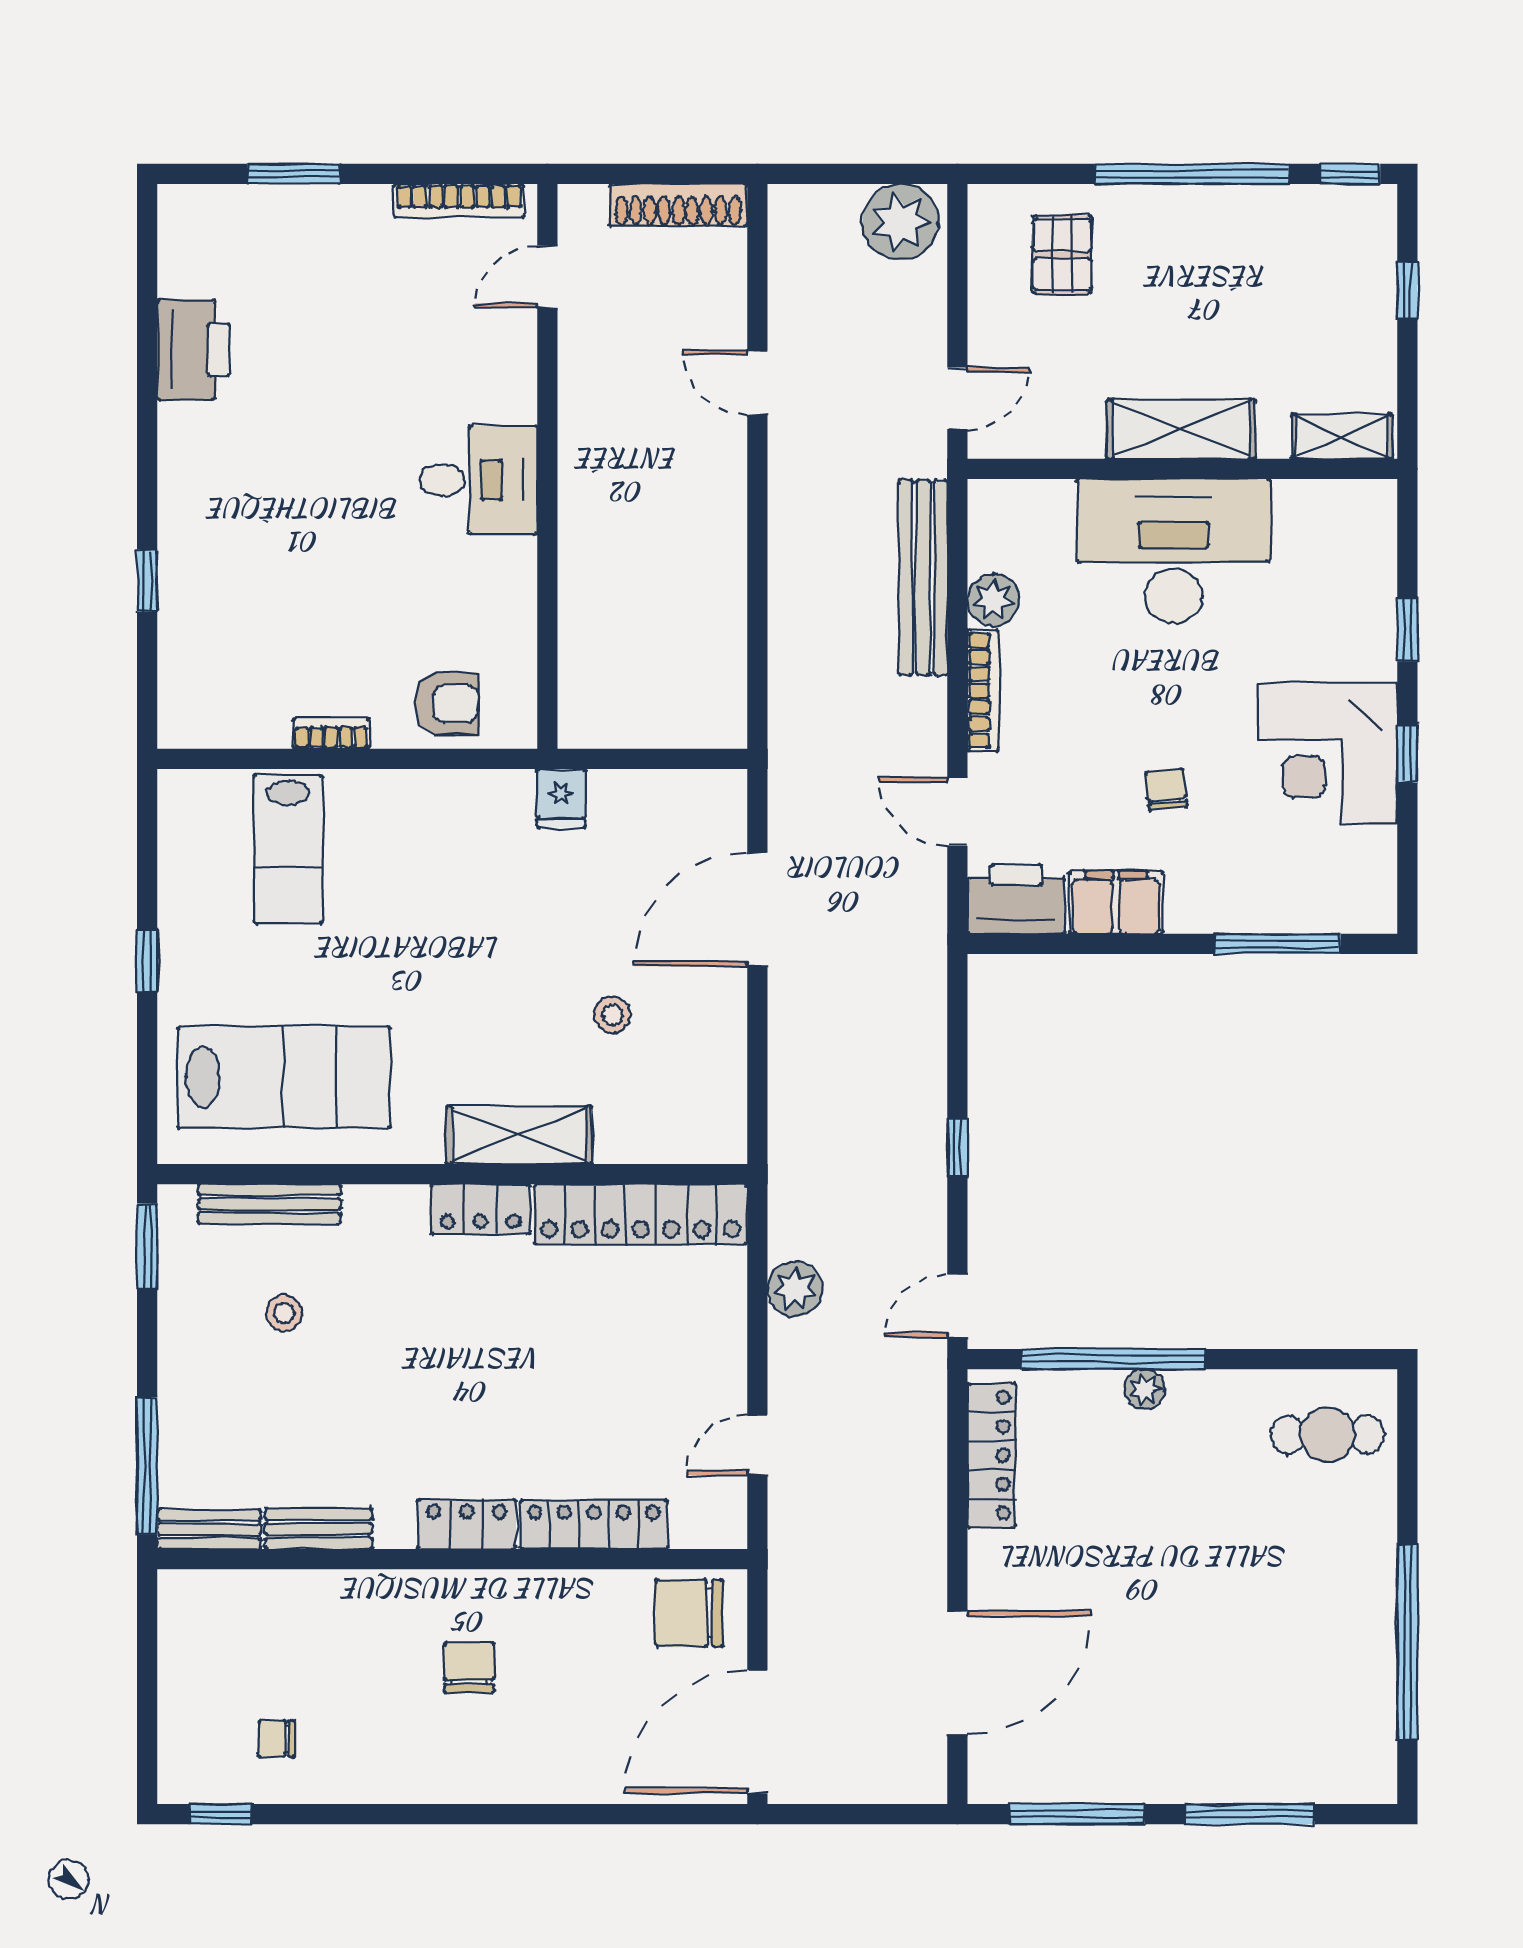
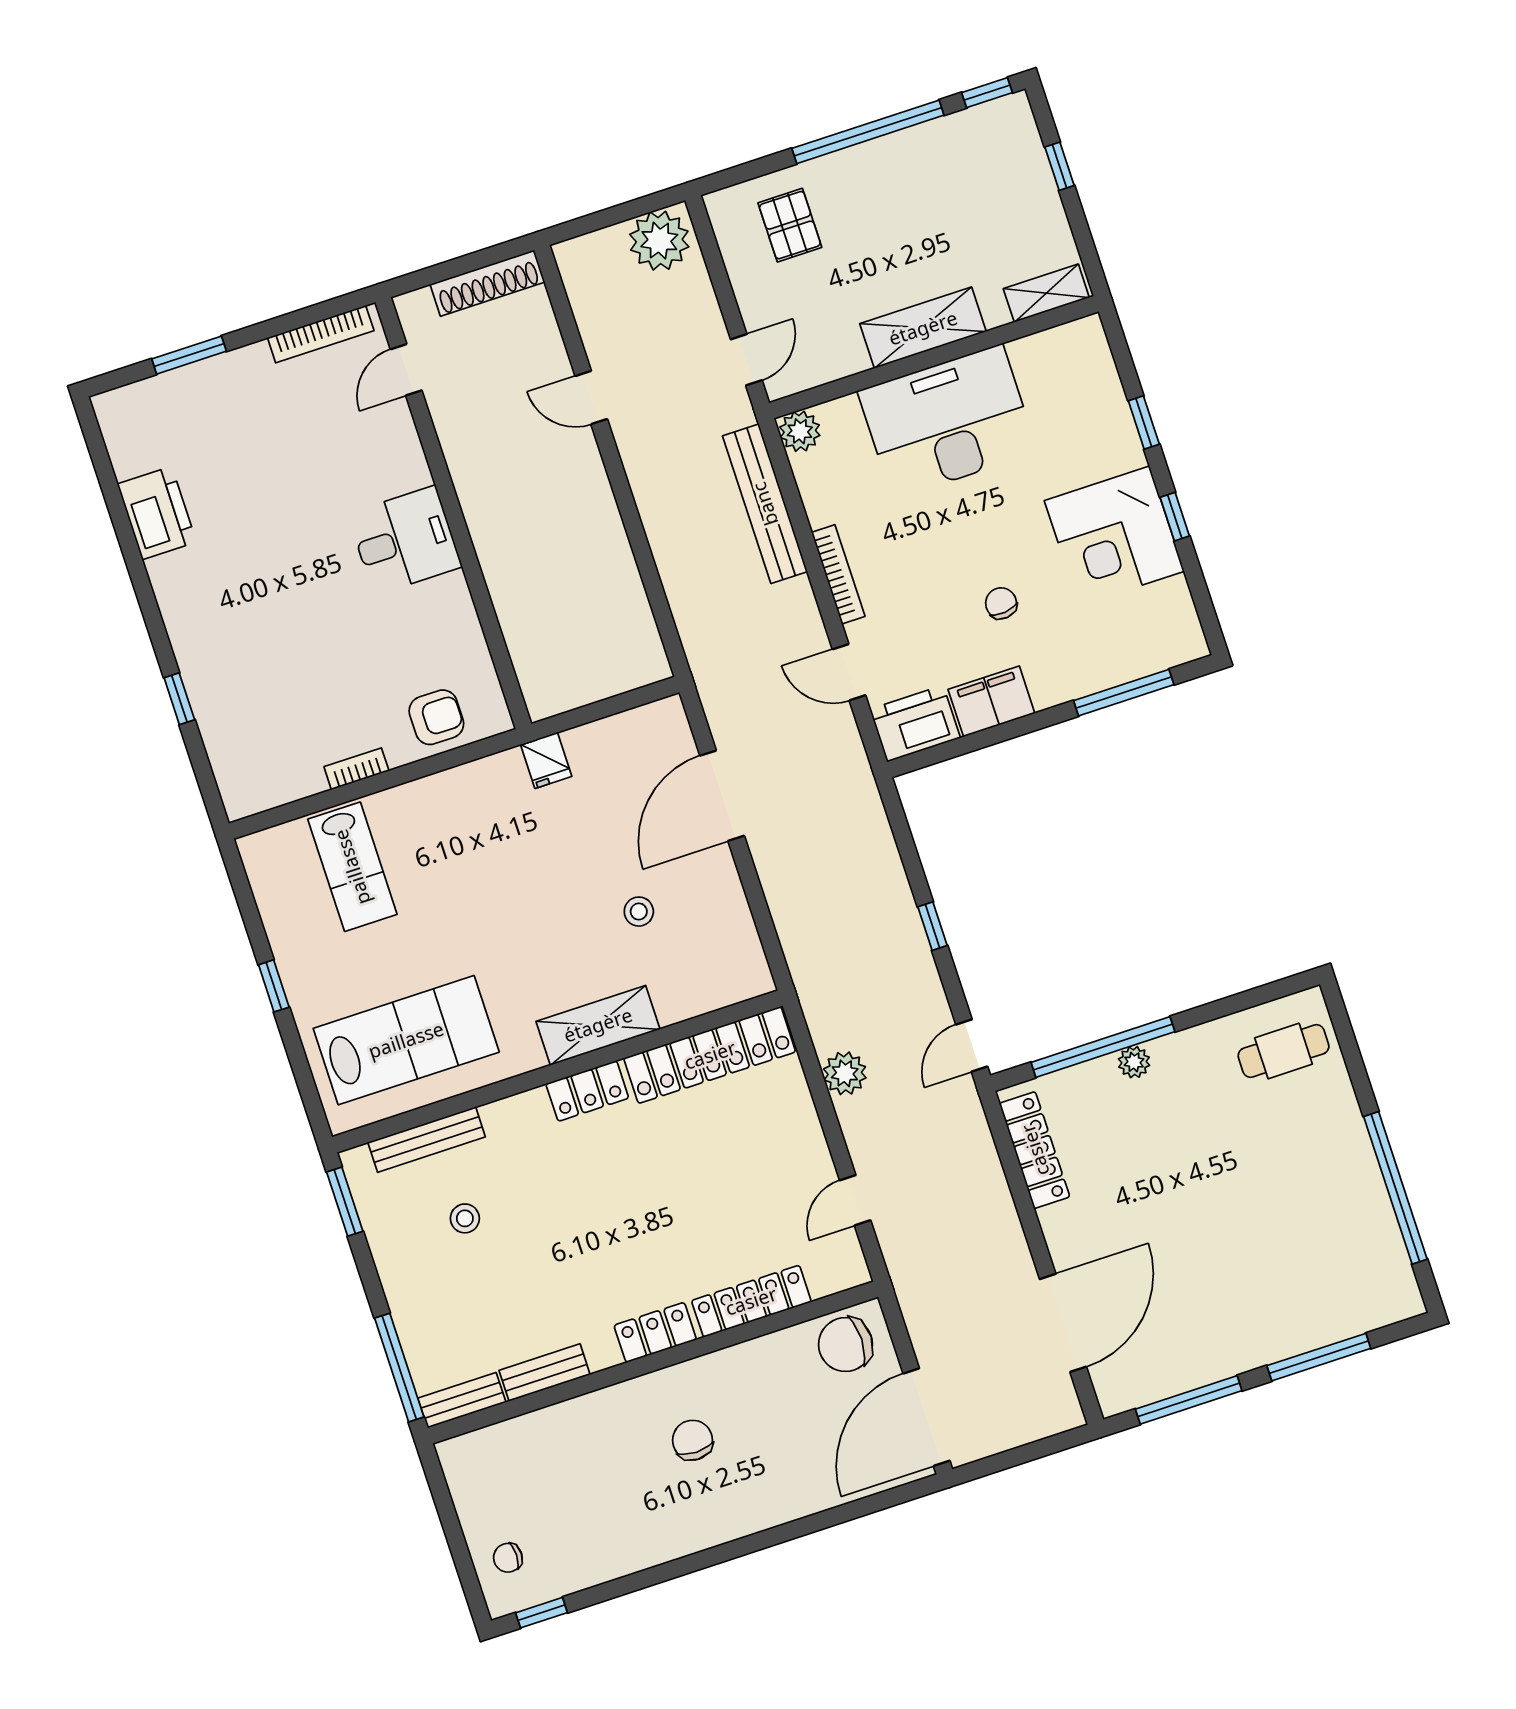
plant: (993, 600) -> (800, 431), moved
chair: (276, 1739) -> (508, 1558), moved

